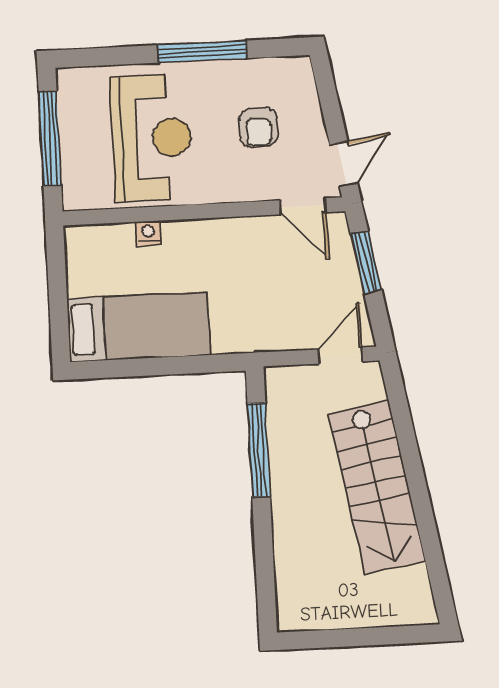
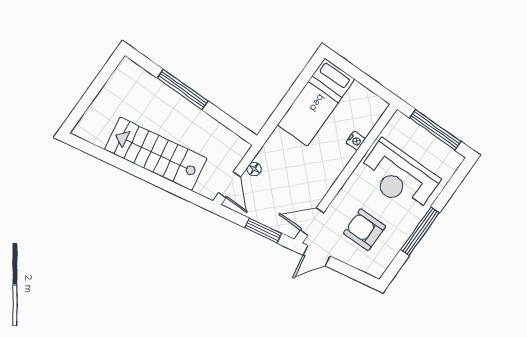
armchair: (258, 127) -> (365, 230), width x1.38, depth x1.38
door: (344, 164) -> (317, 256), hinge flipped
floor lamp: (293, 339) -> (254, 169), added
window: (259, 450) -> (183, 89), moved

